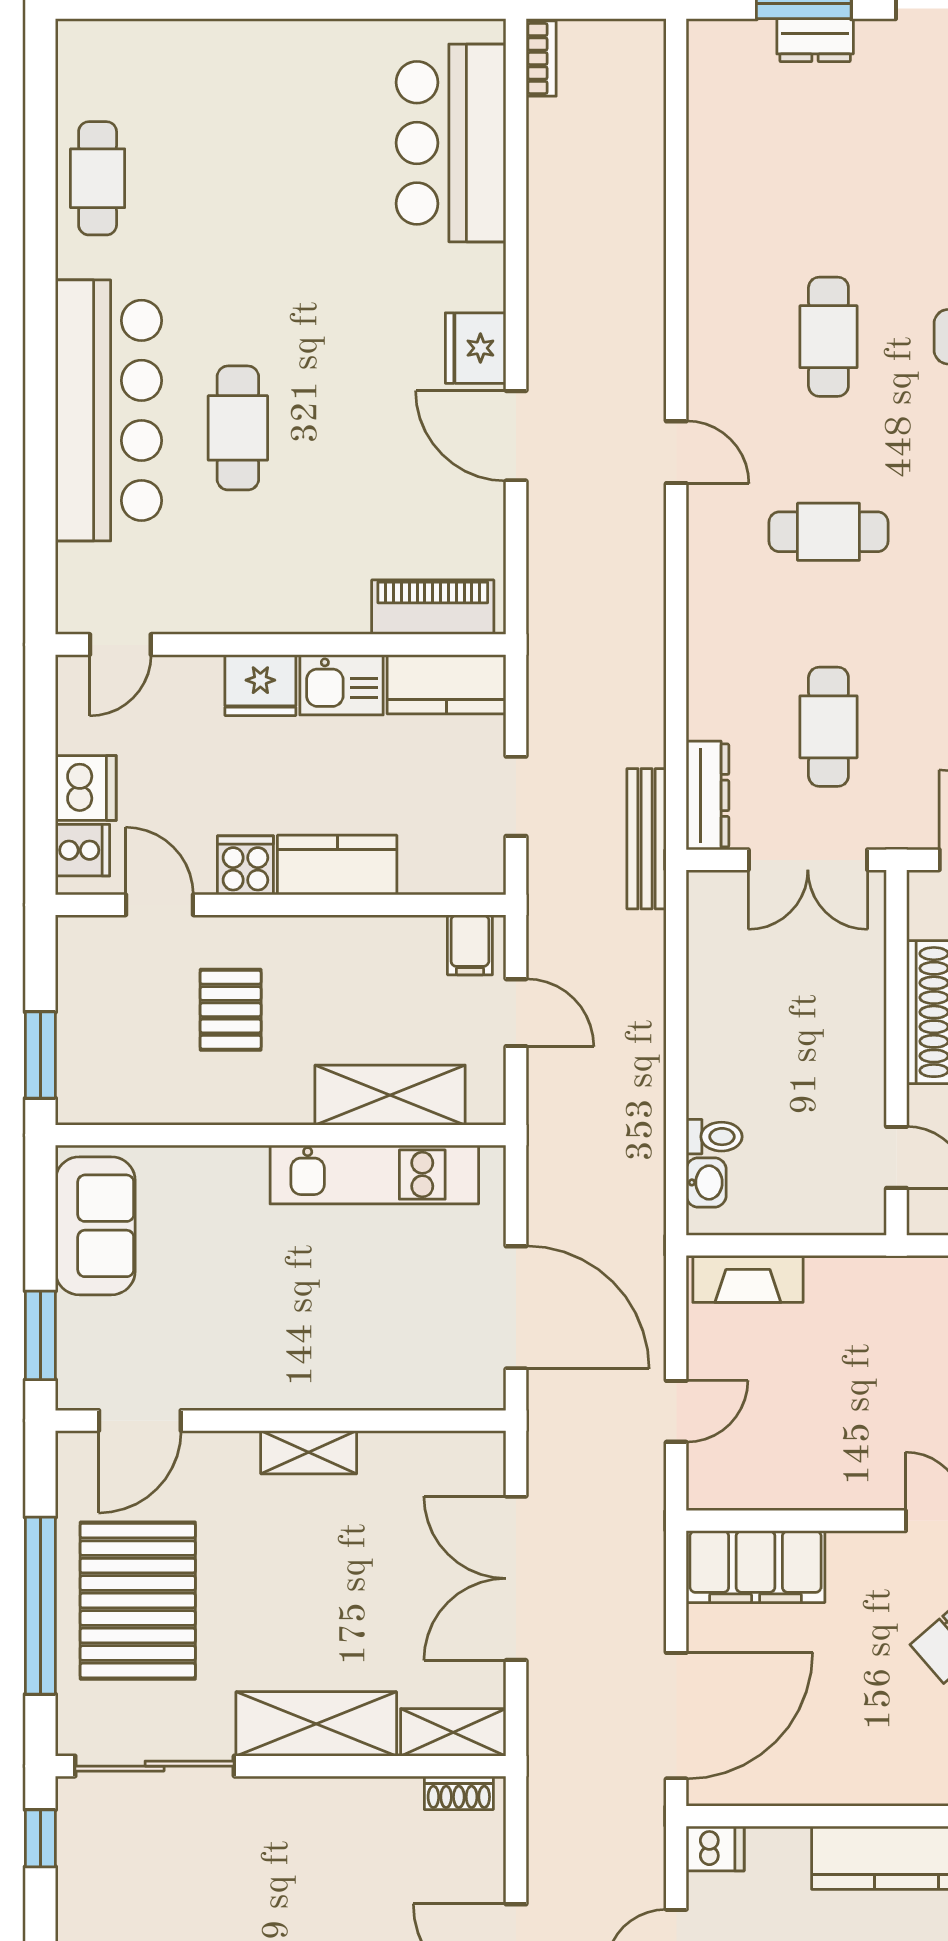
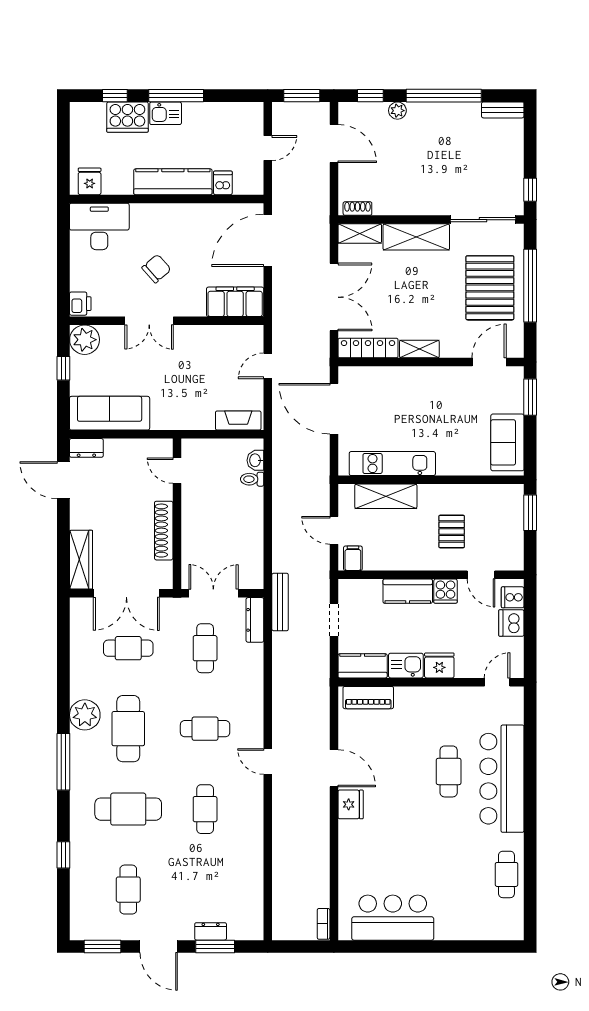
bar counter: (451, 143) -> (393, 918), moved, turned -90
locker: (433, 1455) -> (368, 348), added
dishwasher: (715, 1849) -> (223, 183), moved, turned 90

